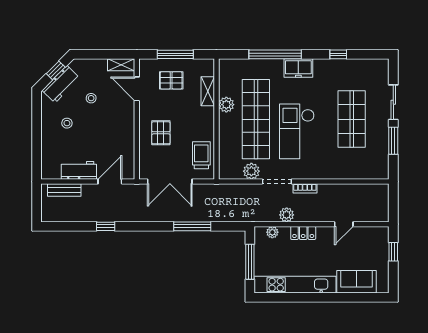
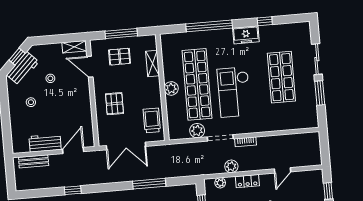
freezer: (298, 68) -> (246, 35), moved
plant: (226, 105) -> (171, 88), moved

